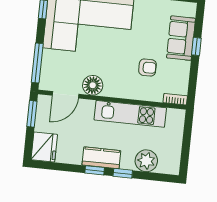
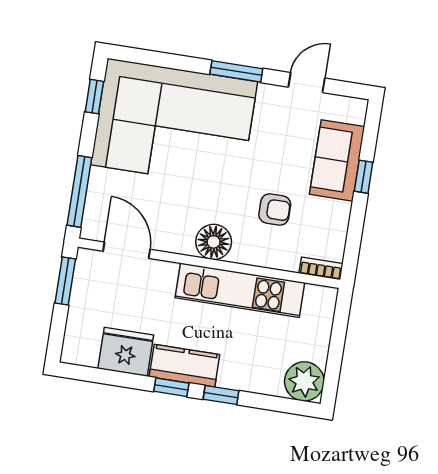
floor lamp: (93, 85) -> (214, 242), moved
door: (65, 95) -> (127, 250), swing flipped
fridge: (44, 147) -> (126, 352), moved, turned -90
plant: (146, 161) -> (304, 381), moved

